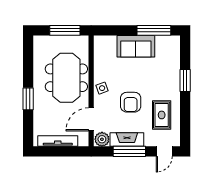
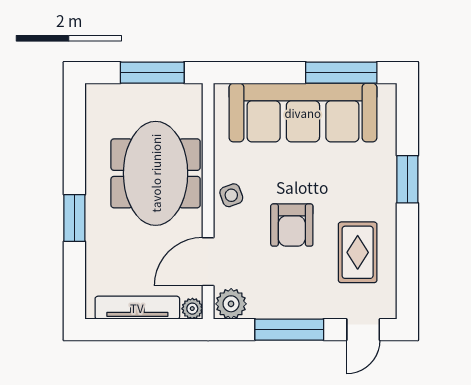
sofa: (136, 46) -> (303, 113), width x1.85, depth x1.27
fireplace: (127, 140) -> (284, 305), removed
plant: (84, 142) -> (192, 309), added

